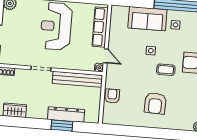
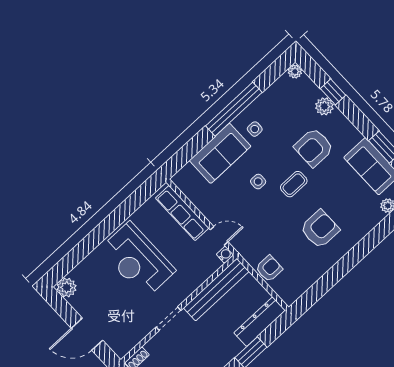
armchair: (112, 96) -> (269, 269), turned 90
armchair: (155, 103) -> (320, 229), turned -92
dresser: (66, 114) -> (260, 322), moved

